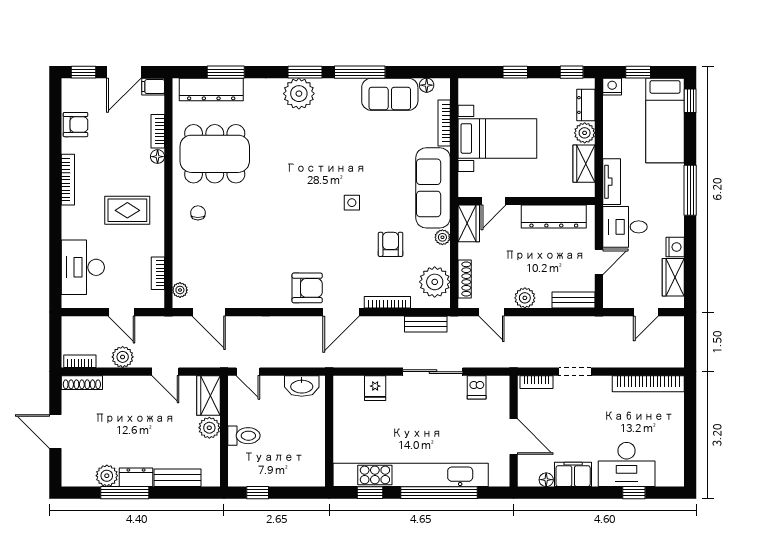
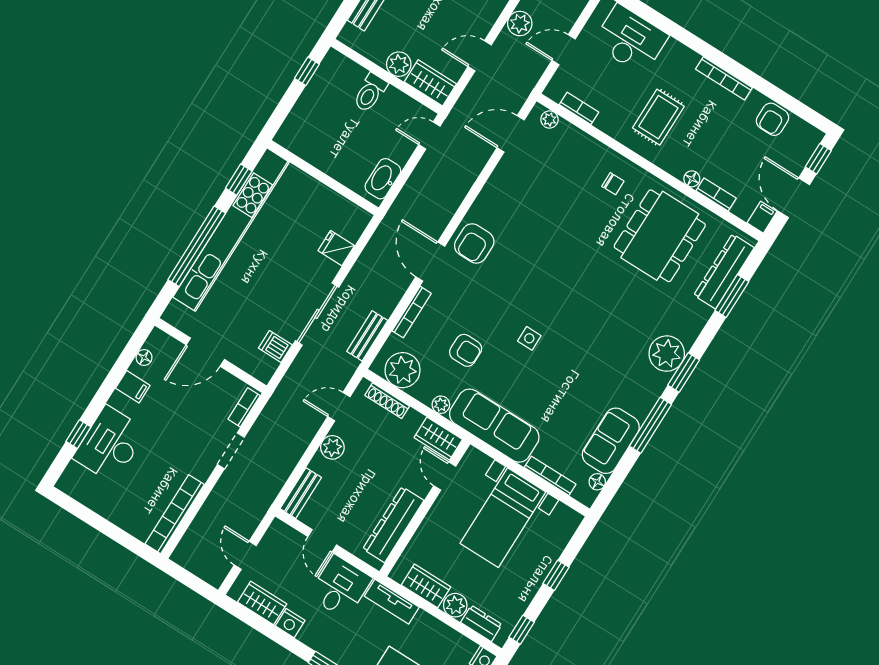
filing cabinet: (573, 474) -> (133, 387), width x0.50

